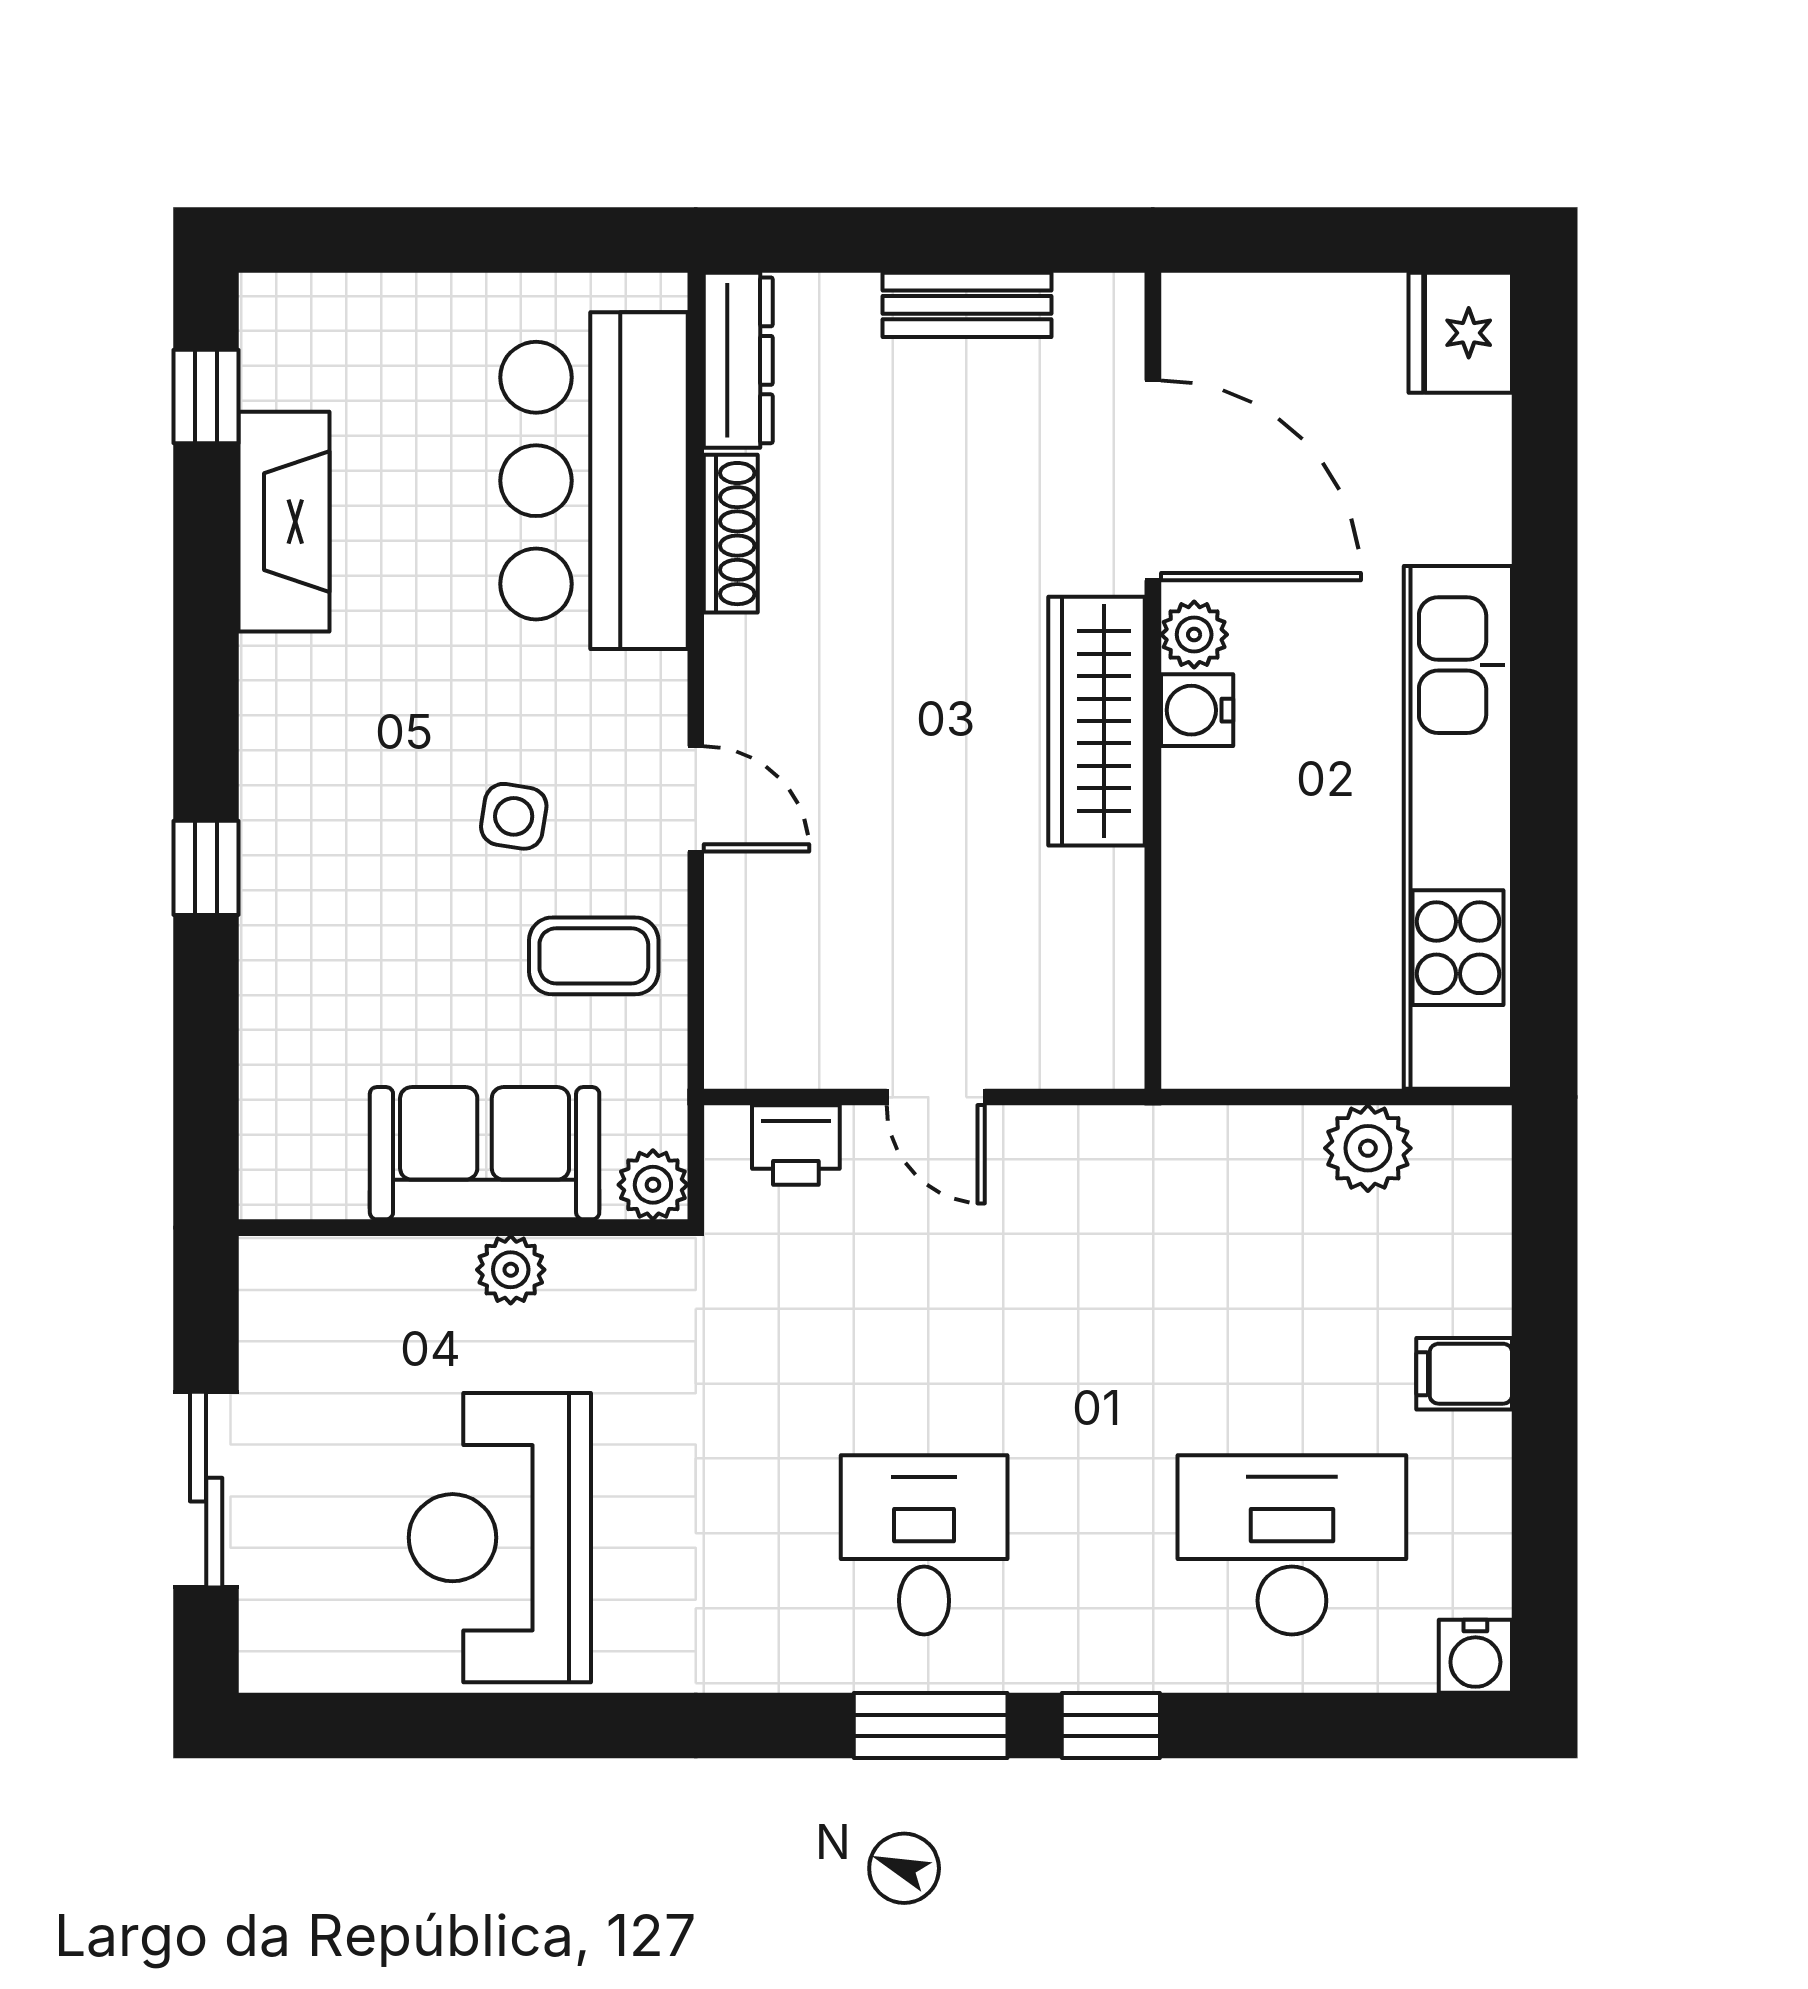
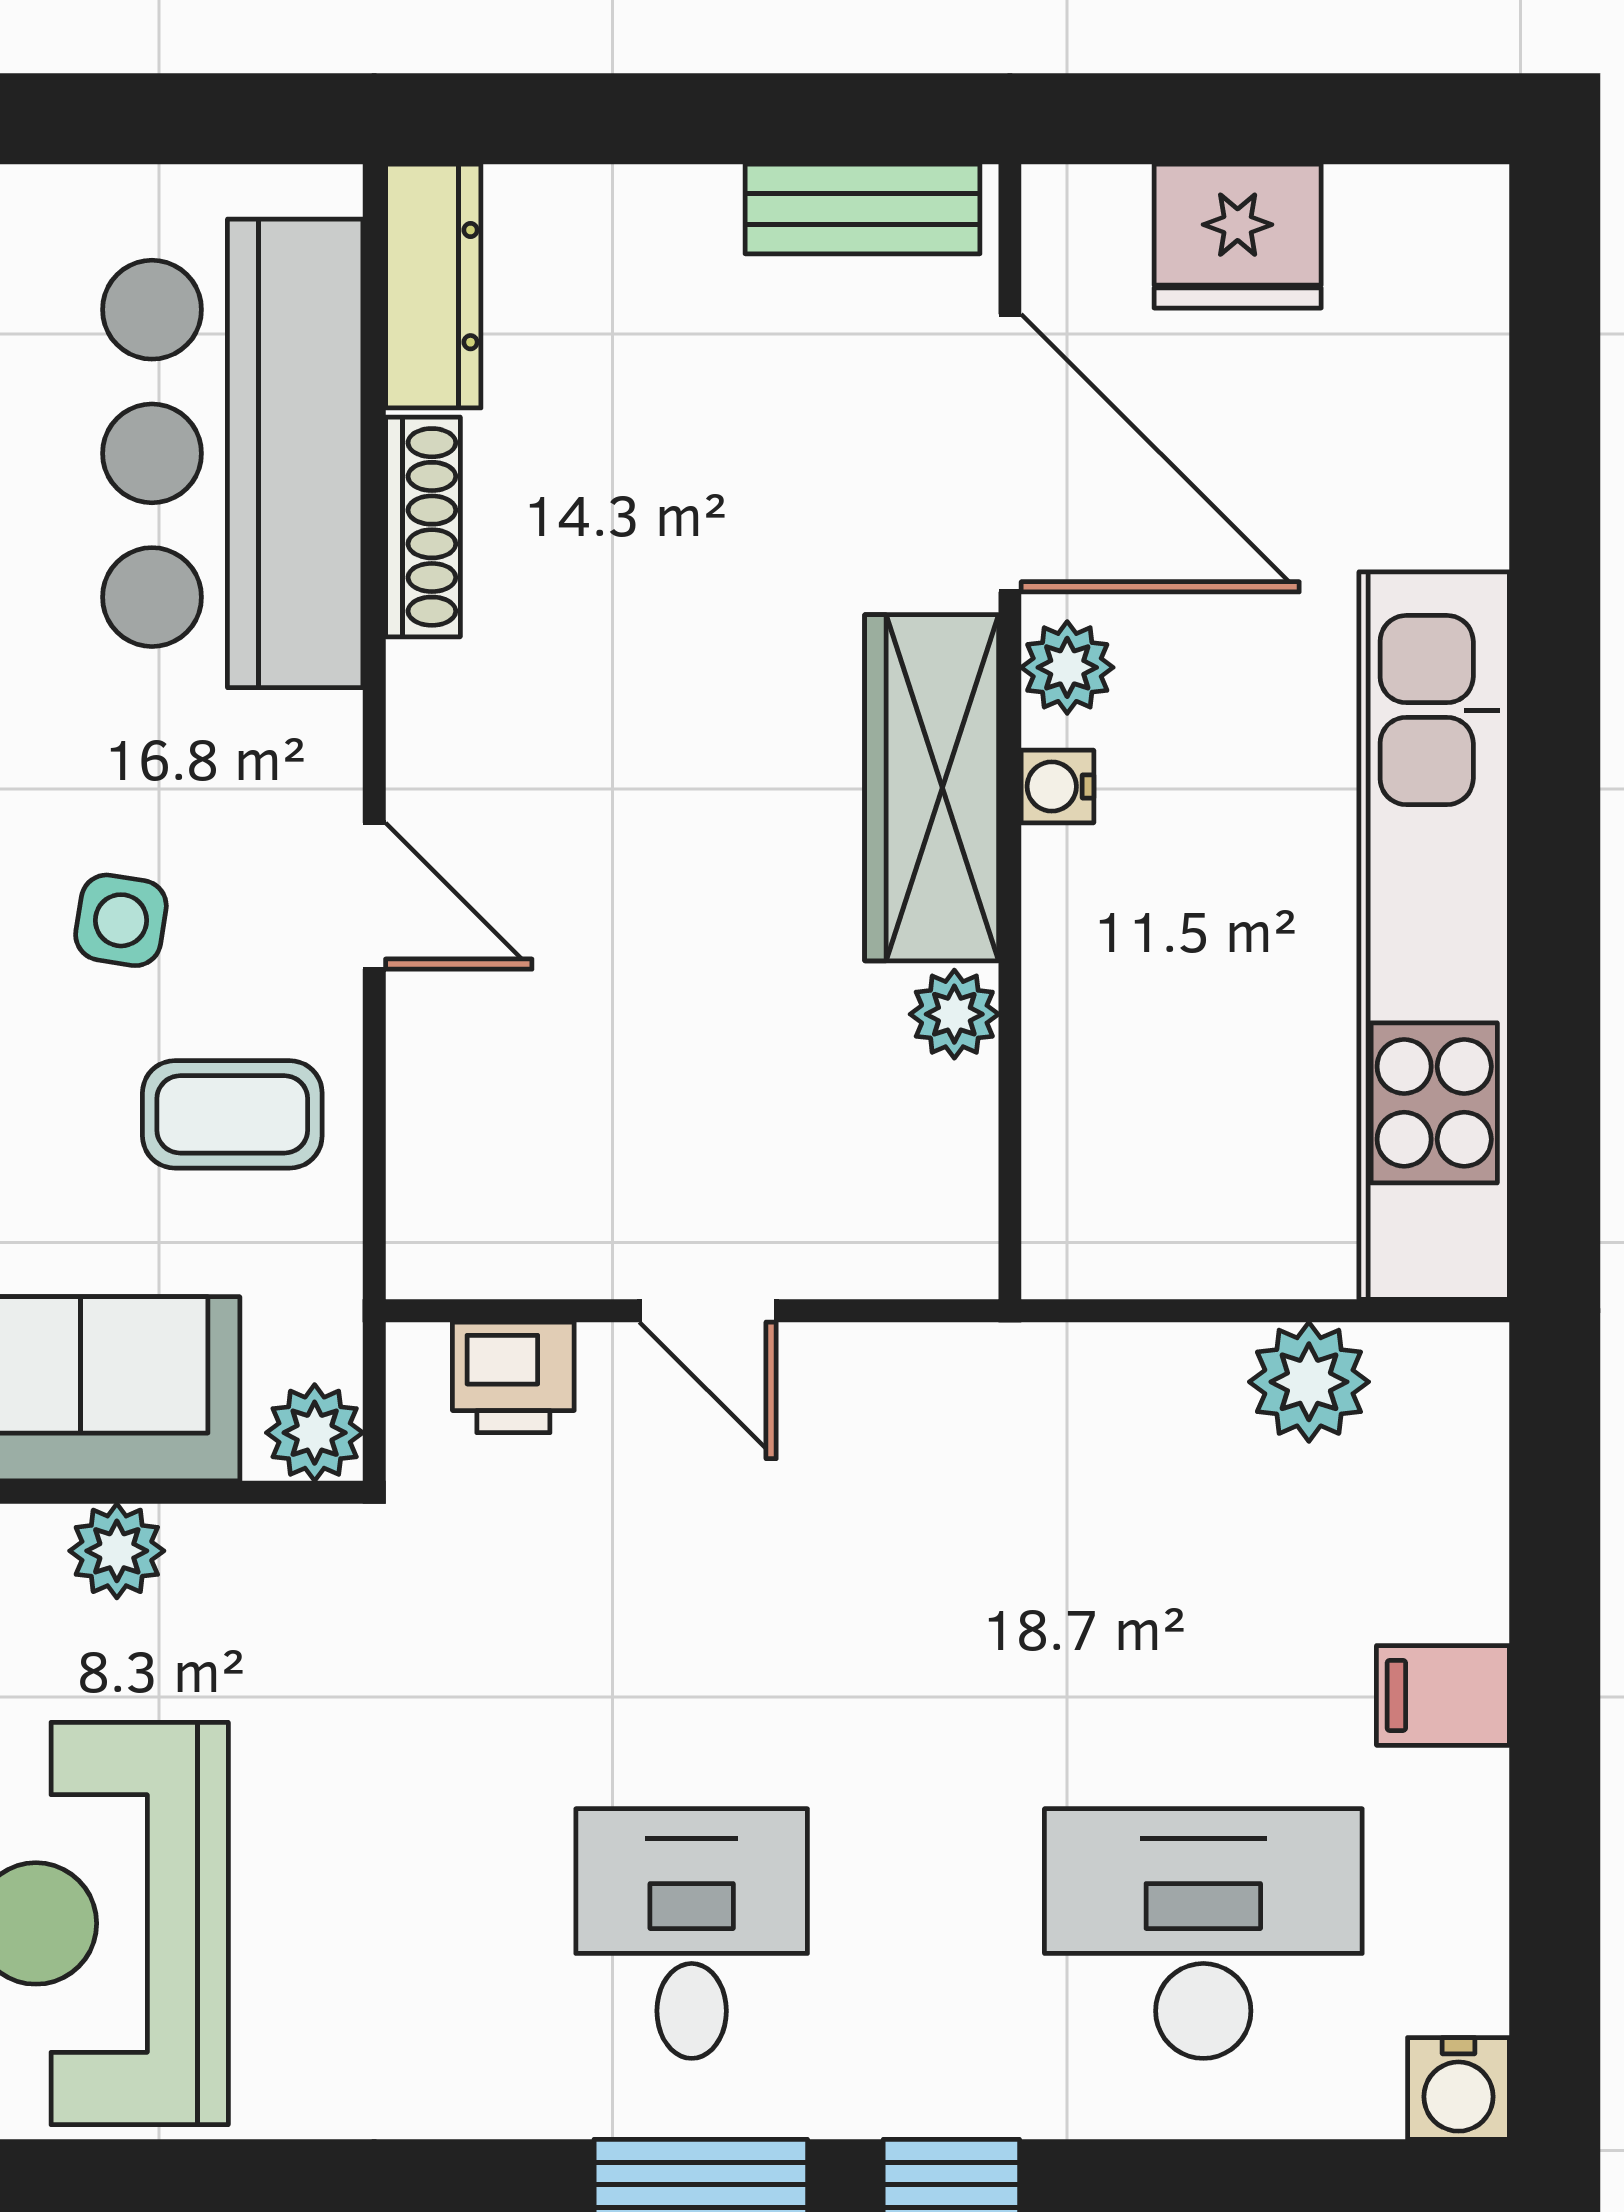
bench: (967, 305) -> (862, 209), moved
fridge: (1460, 333) -> (1238, 236), moved, turned -90
water cooler: (1197, 710) -> (1058, 786), width x0.72, depth x0.72
plant: (1113, 884) -> (954, 1014), added

